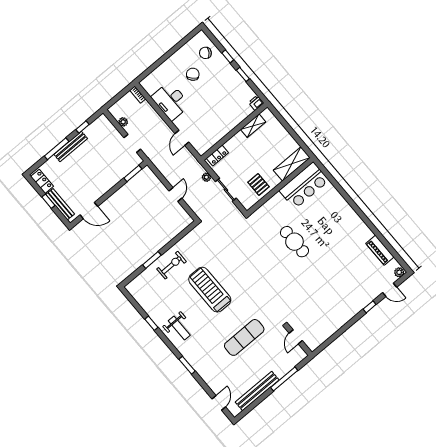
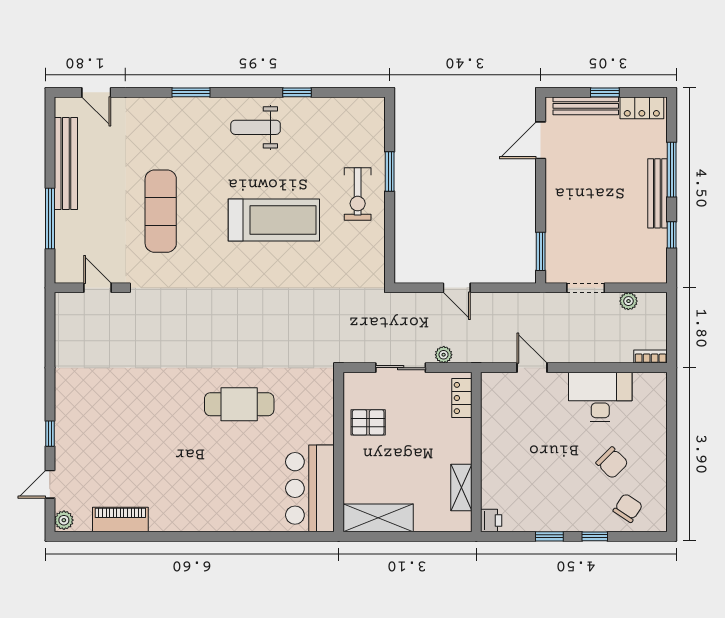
shelving: (292, 164) -> (378, 518), moved, turned 90

